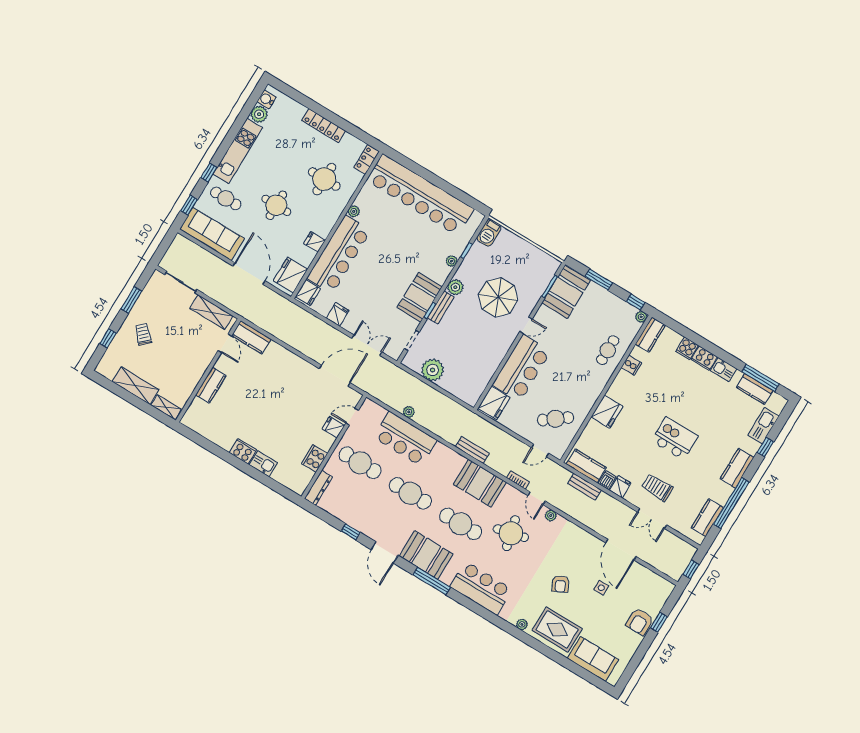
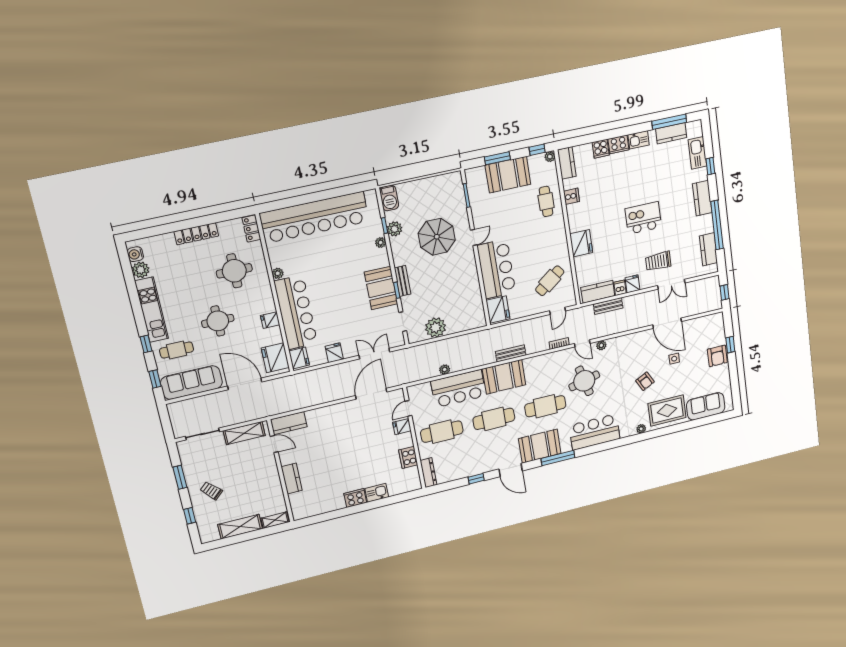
plant: (455, 287) -> (395, 229), moved
booth: (566, 292) -> (508, 175), moved, turned 90
booth: (480, 483) -> (504, 377), moved

